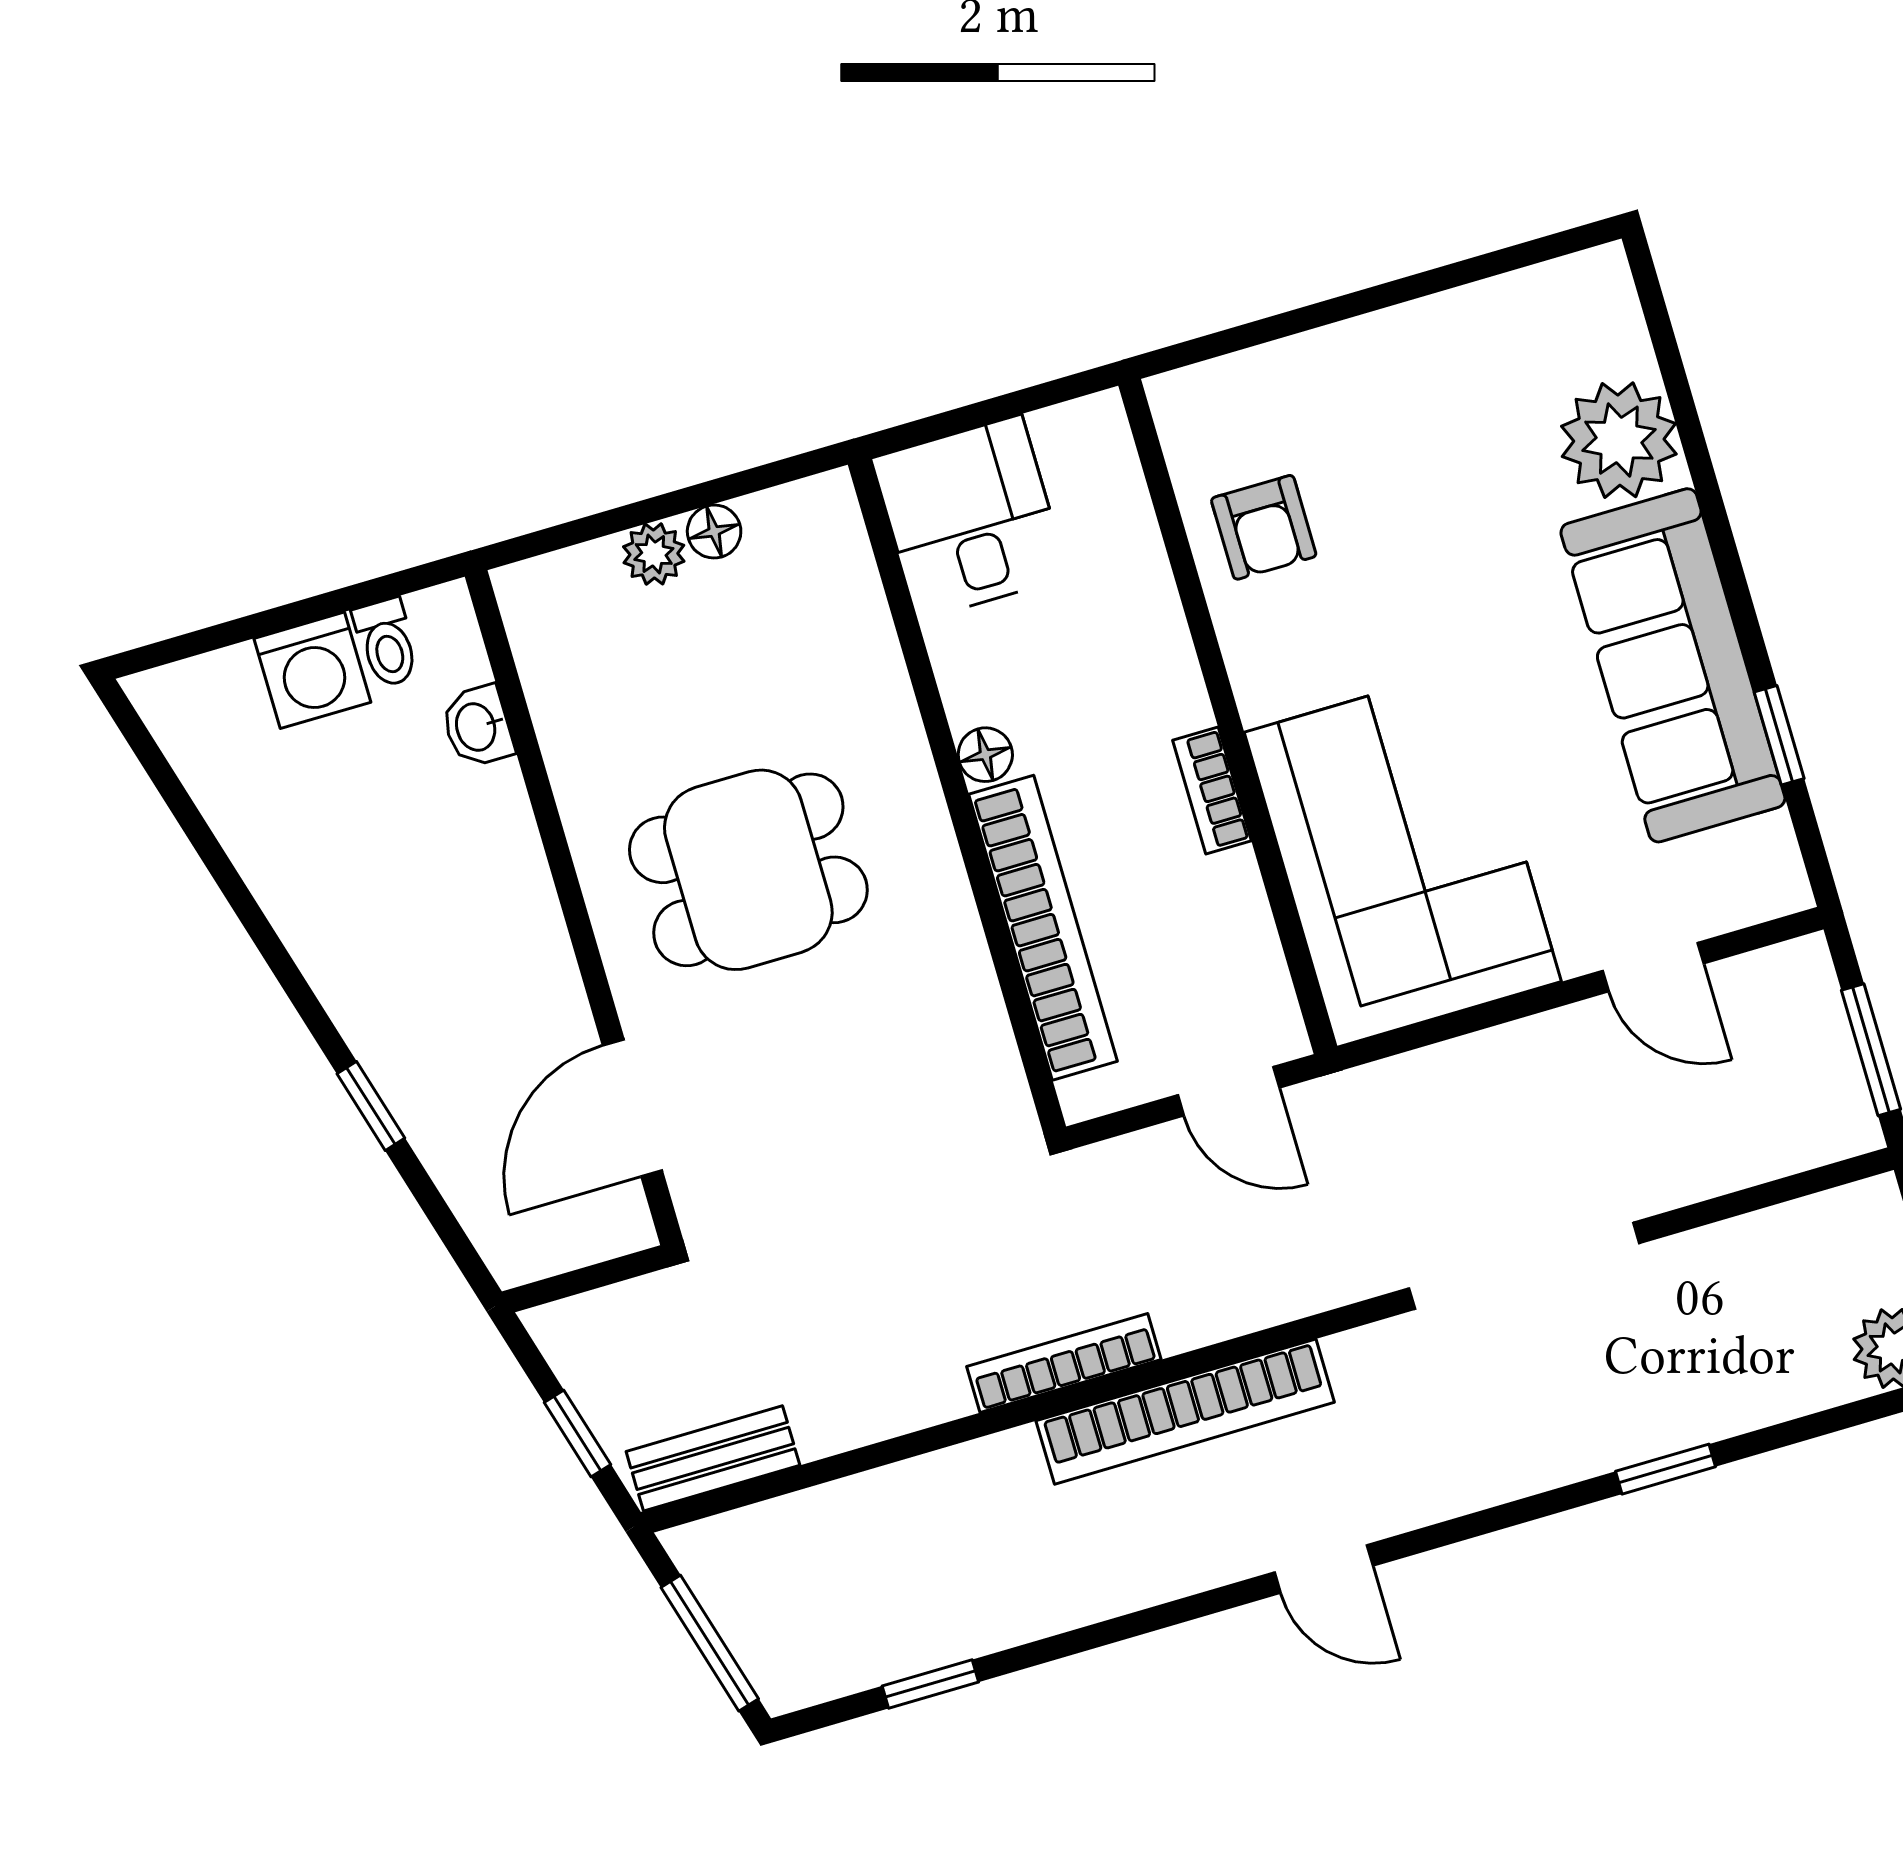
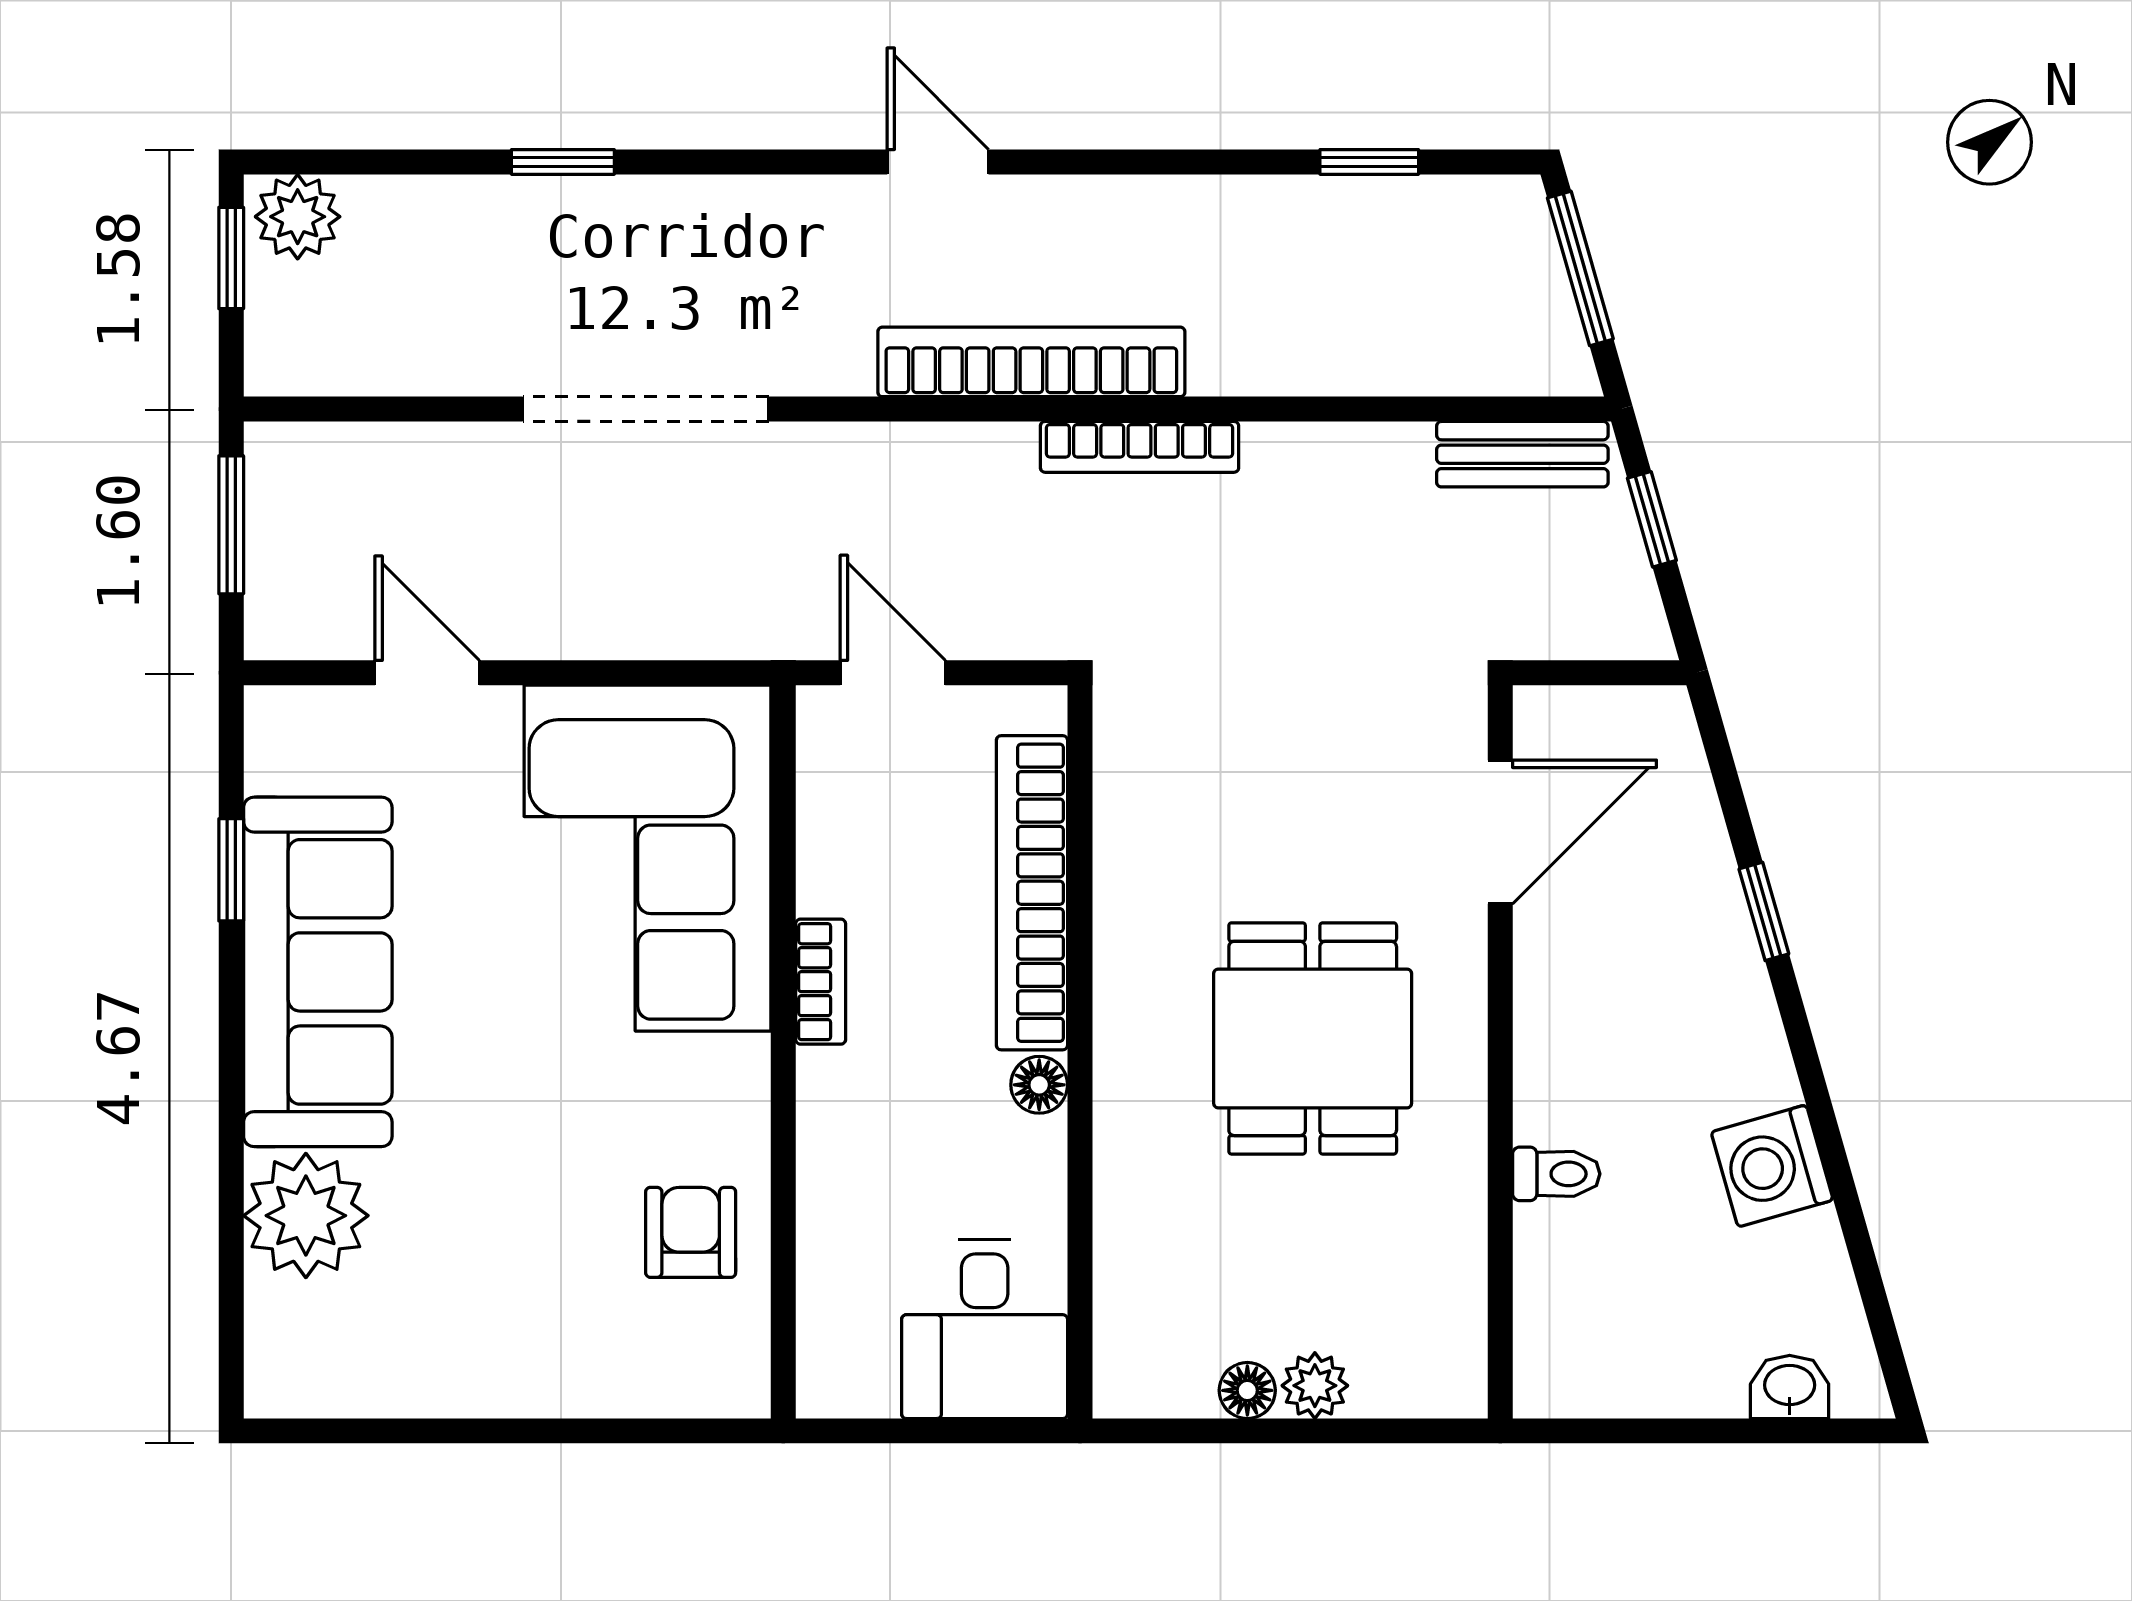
toilet: (386, 643) -> (1556, 1174), moved, turned 90
washing machine: (312, 670) -> (1772, 1166), moved, turned -106
washbasin: (477, 727) -> (1790, 1387), moved, turned -90
dining table: (748, 870) -> (1313, 1038), turned 90

